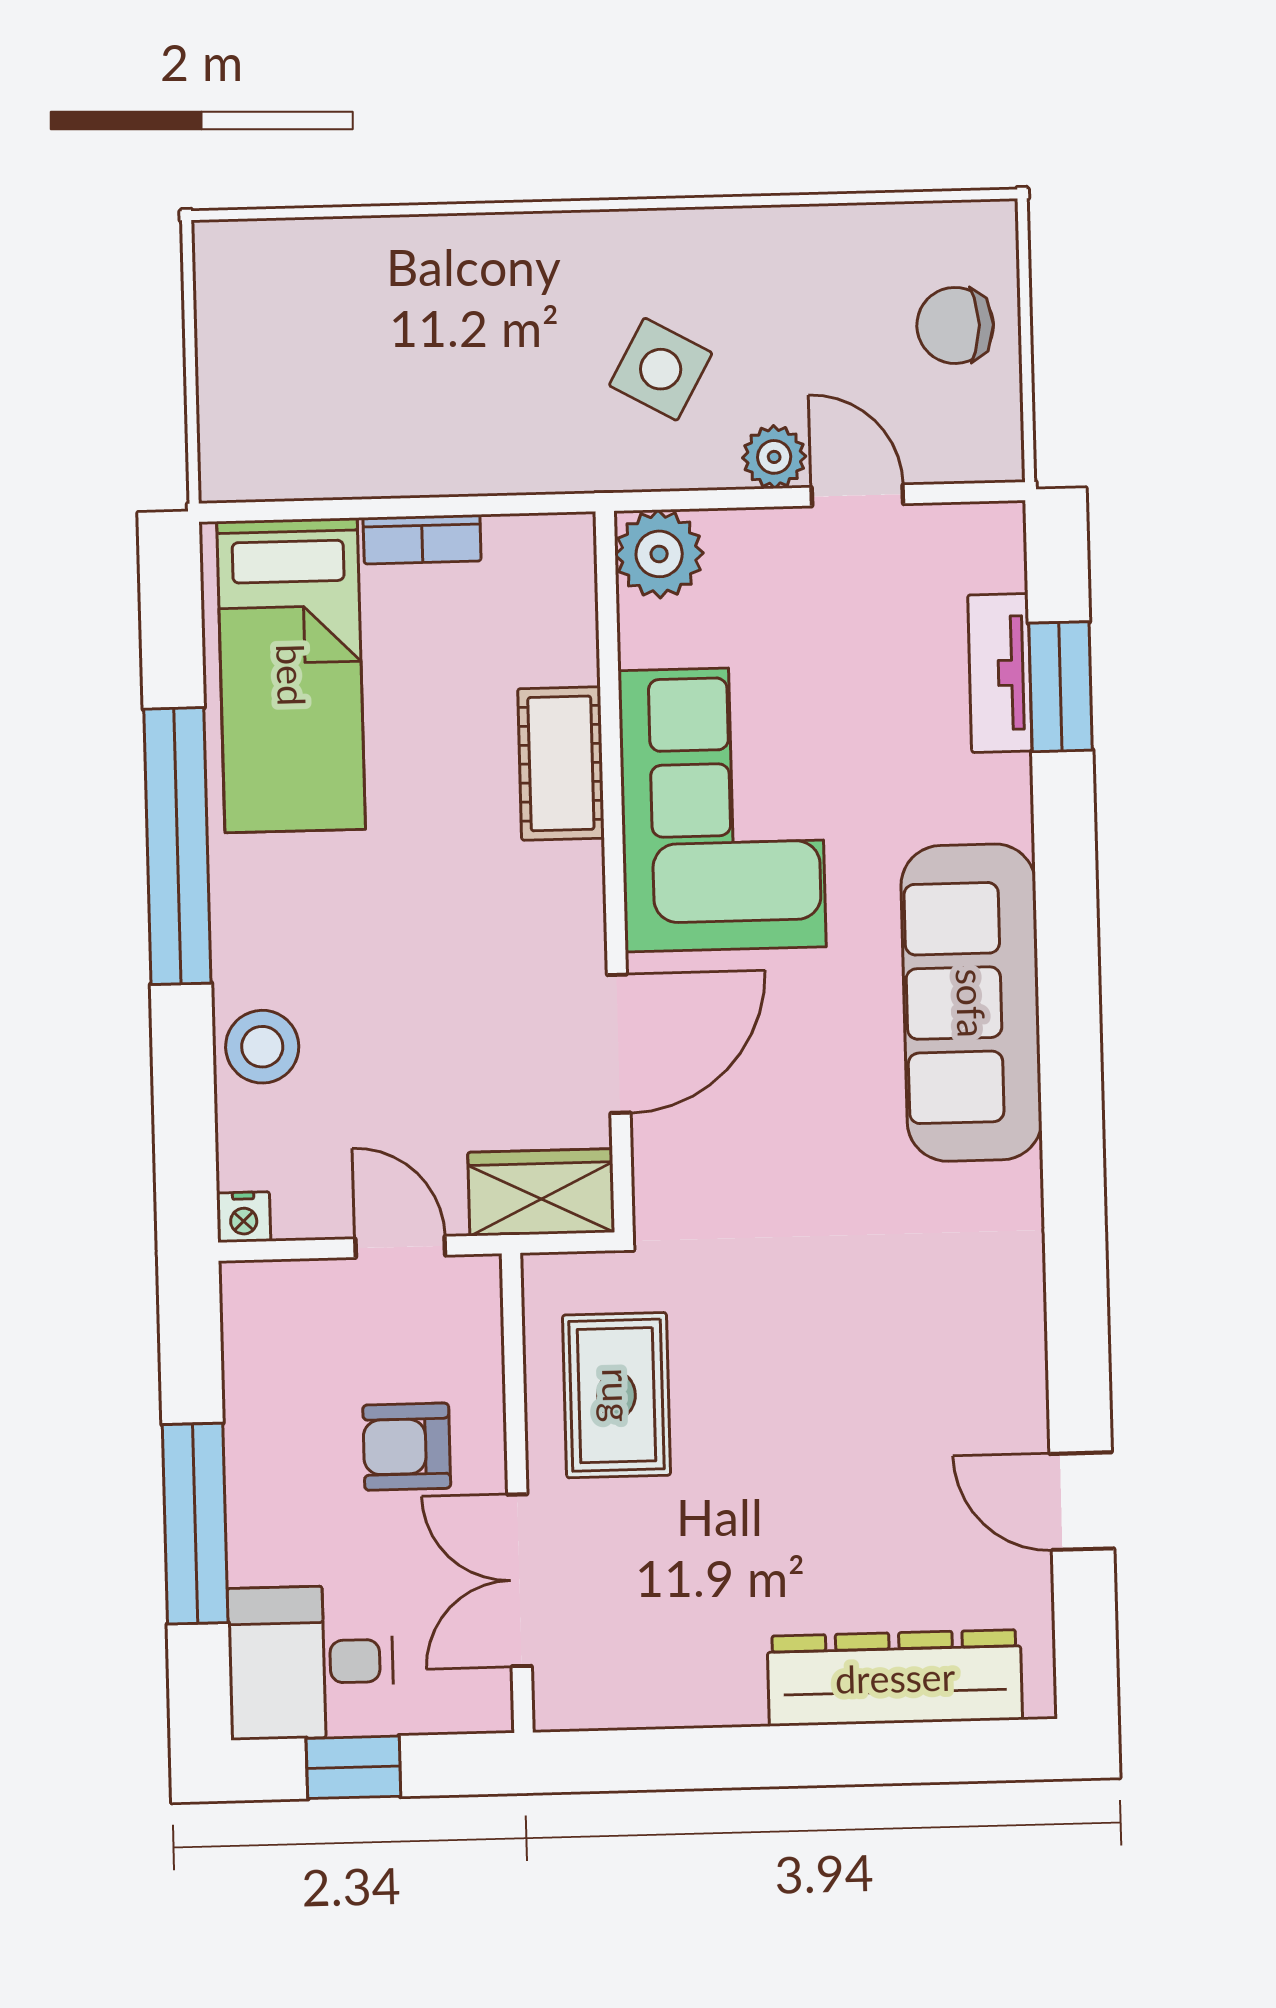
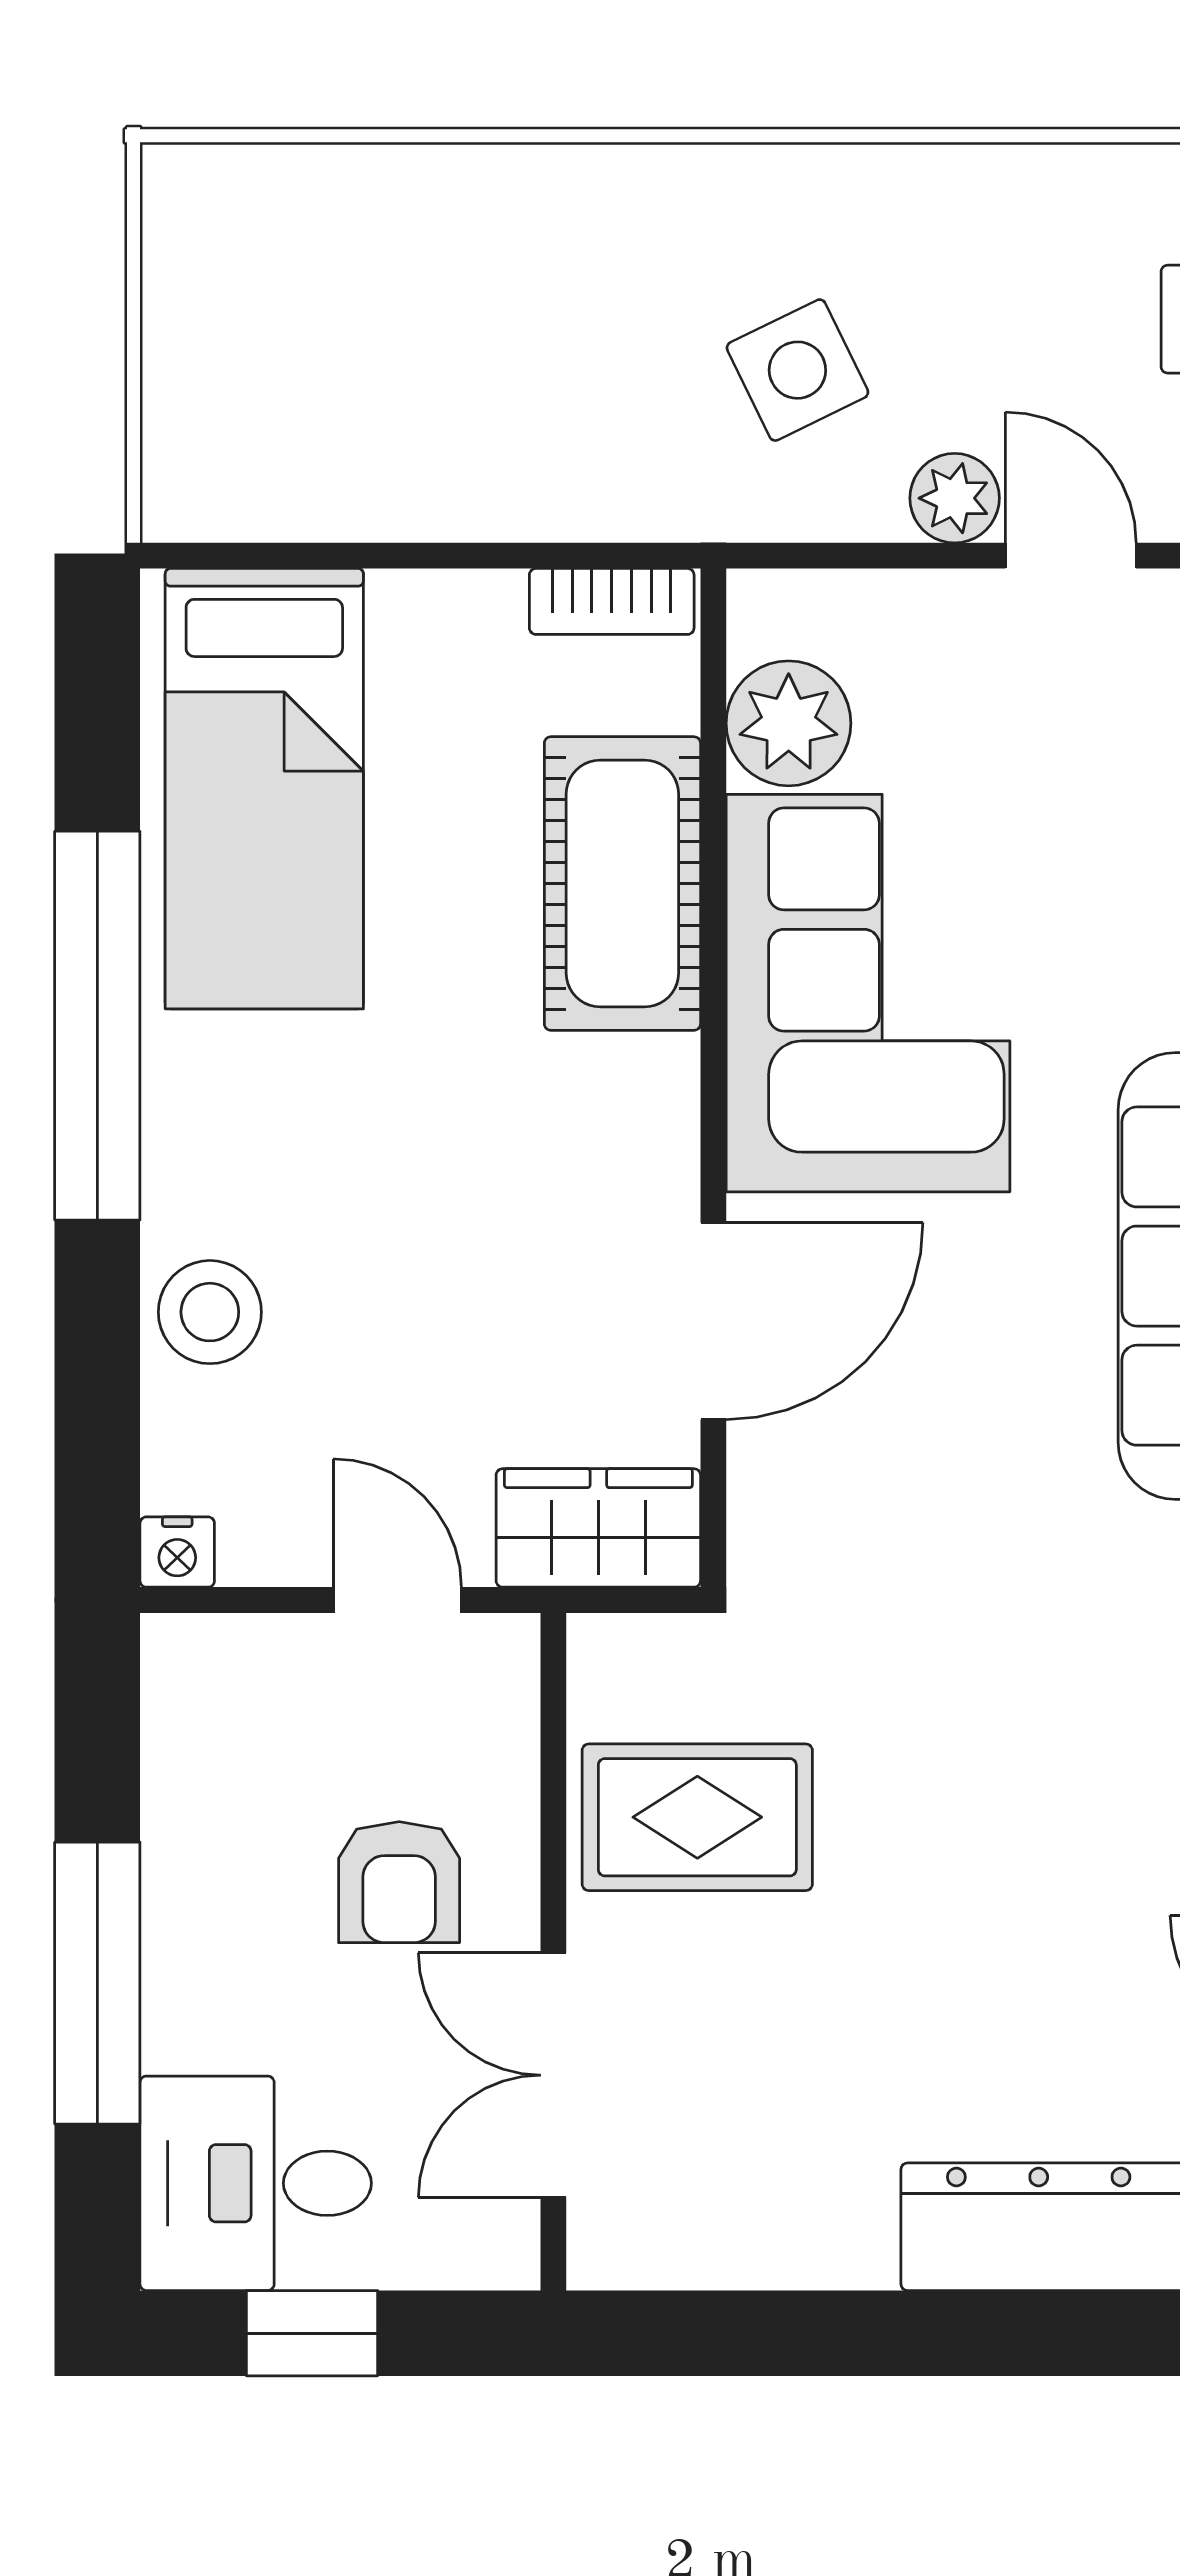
side table: (661, 369) -> (797, 370), turned 35
bookcase: (422, 539) -> (612, 601), moved
plant: (659, 554) -> (789, 723), moved
cot: (561, 763) -> (622, 884), width x1.37, depth x1.34
rug: (617, 1395) -> (697, 1817), turned 90
armchair: (407, 1447) -> (399, 1882), turned -90

